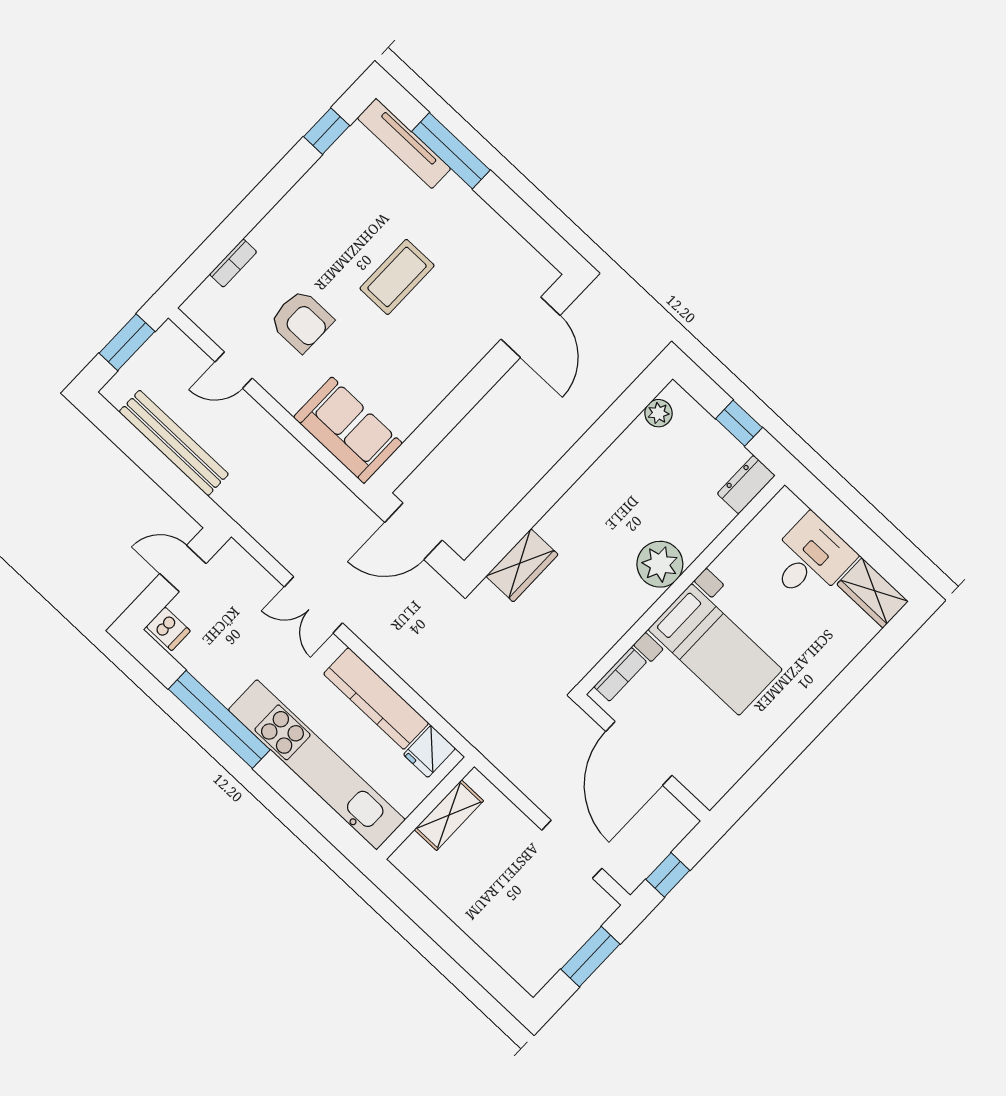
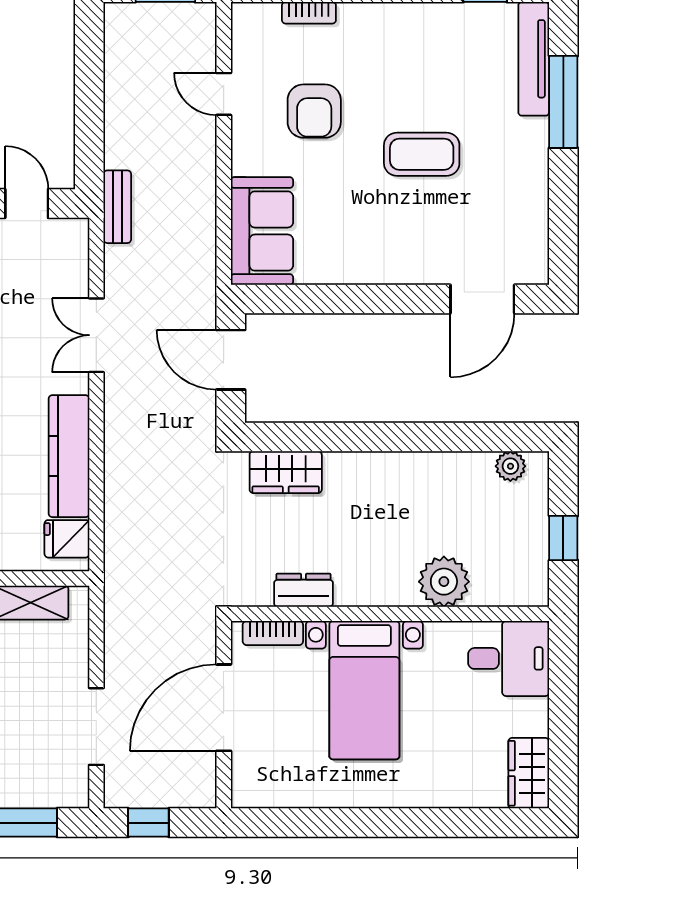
bench: (174, 443) -> (117, 207), moved, width x0.54, depth x0.82
dresser: (746, 485) -> (303, 590), moved
desk: (810, 559) -> (509, 658), moved
plant: (660, 564) -> (444, 582), moved

